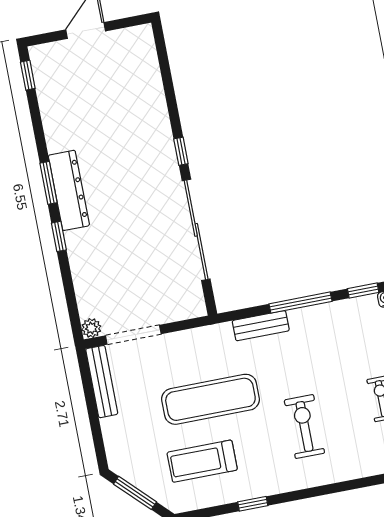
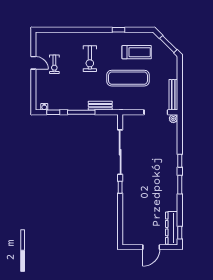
dresser: (69, 190) -> (172, 228), moved

